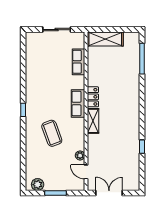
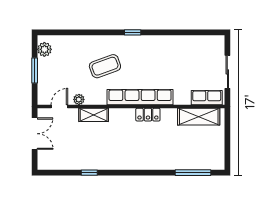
shelving: (105, 39) -> (199, 117), moved, turned 90
row of seats: (78, 62) -> (207, 98), moved
row of seats: (78, 104) -> (140, 97), width x2.02
shelving: (93, 121) -> (94, 115), moved

